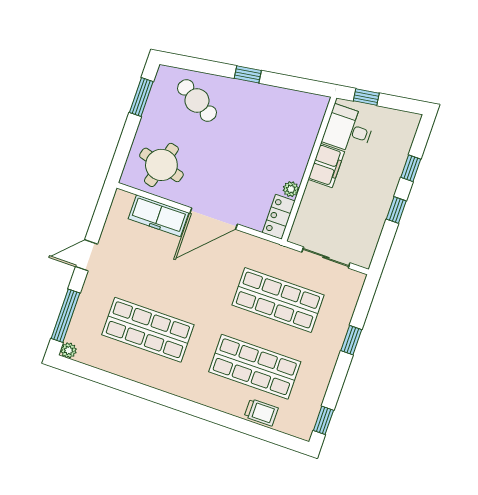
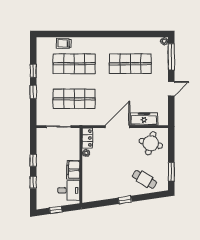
window: (366, 97) -> (56, 210), moved
window: (323, 420) -> (33, 71), moved

